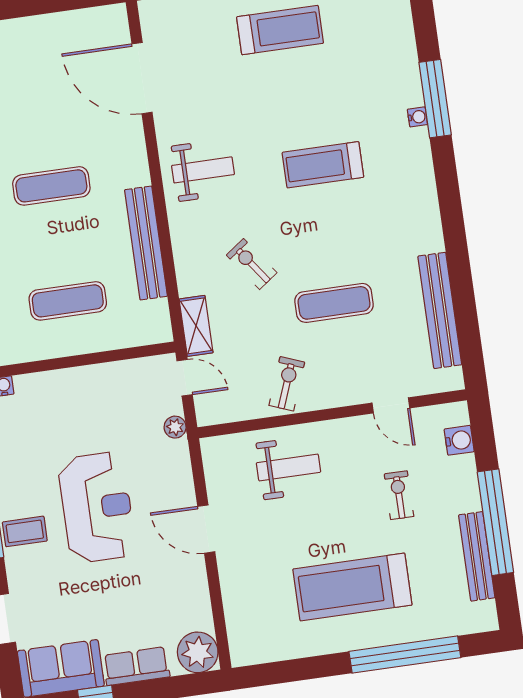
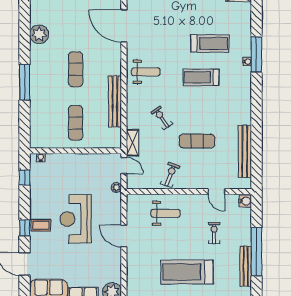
treadmill: (280, 30) -> (210, 43), moved
exercise mat: (51, 186) -> (76, 69), turned 90
exercise mat: (68, 301) -> (76, 123), turned 90
water cooler: (459, 440) -> (245, 201), moved
reception desk: (97, 507) -> (75, 219), turned 180

